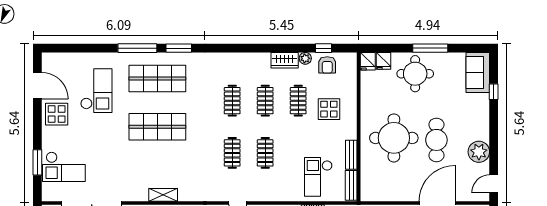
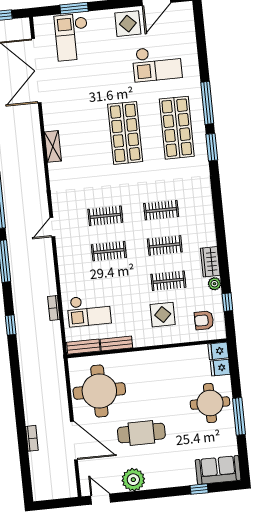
armchair: (327, 65) -> (204, 320), moved
round table: (394, 138) -> (99, 391), moved
checkout: (318, 177) -> (89, 311), turned 180

